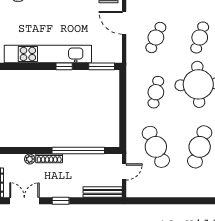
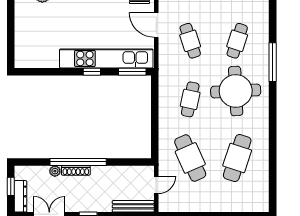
cafe table: (156, 38) -> (190, 41), turned -42
kitchen unit: (48, 54) -> (106, 58), moved
window: (78, 151) -> (78, 162), moved

